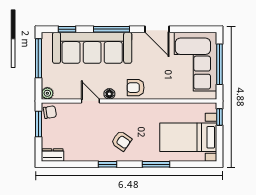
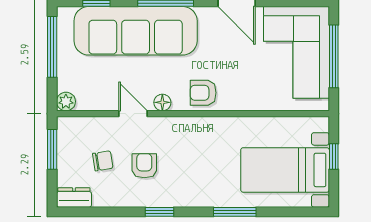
chair: (50, 112) -> (103, 161), moved
window: (220, 117) -> (334, 156), moved
armchair: (121, 141) -> (144, 166), moved, turned -125

